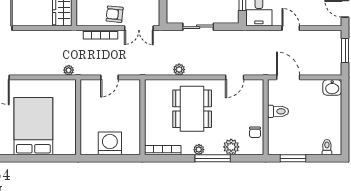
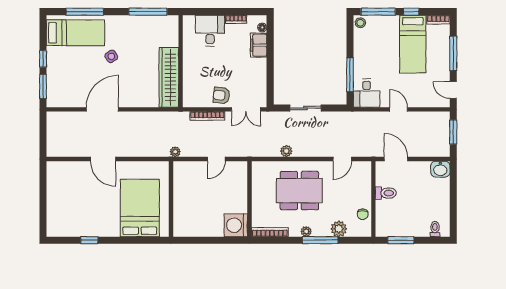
dining table: (192, 109) -> (299, 191), turned 90
wall: (78, 117) -> (171, 199), moved
washing machine: (110, 143) -> (236, 225), moved, turned -90

